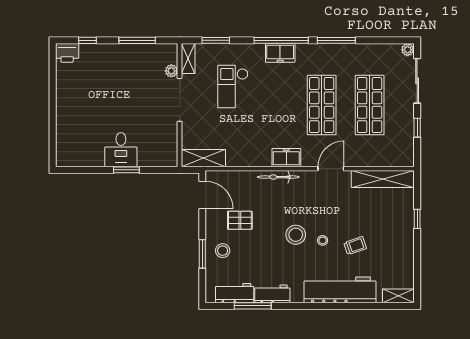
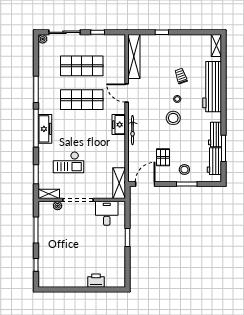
printer: (67, 53) -> (96, 281), moved, turned -90
freezer: (280, 53) -> (45, 129), width x1.40
desk: (121, 150) -> (107, 213), moved, turned -90

